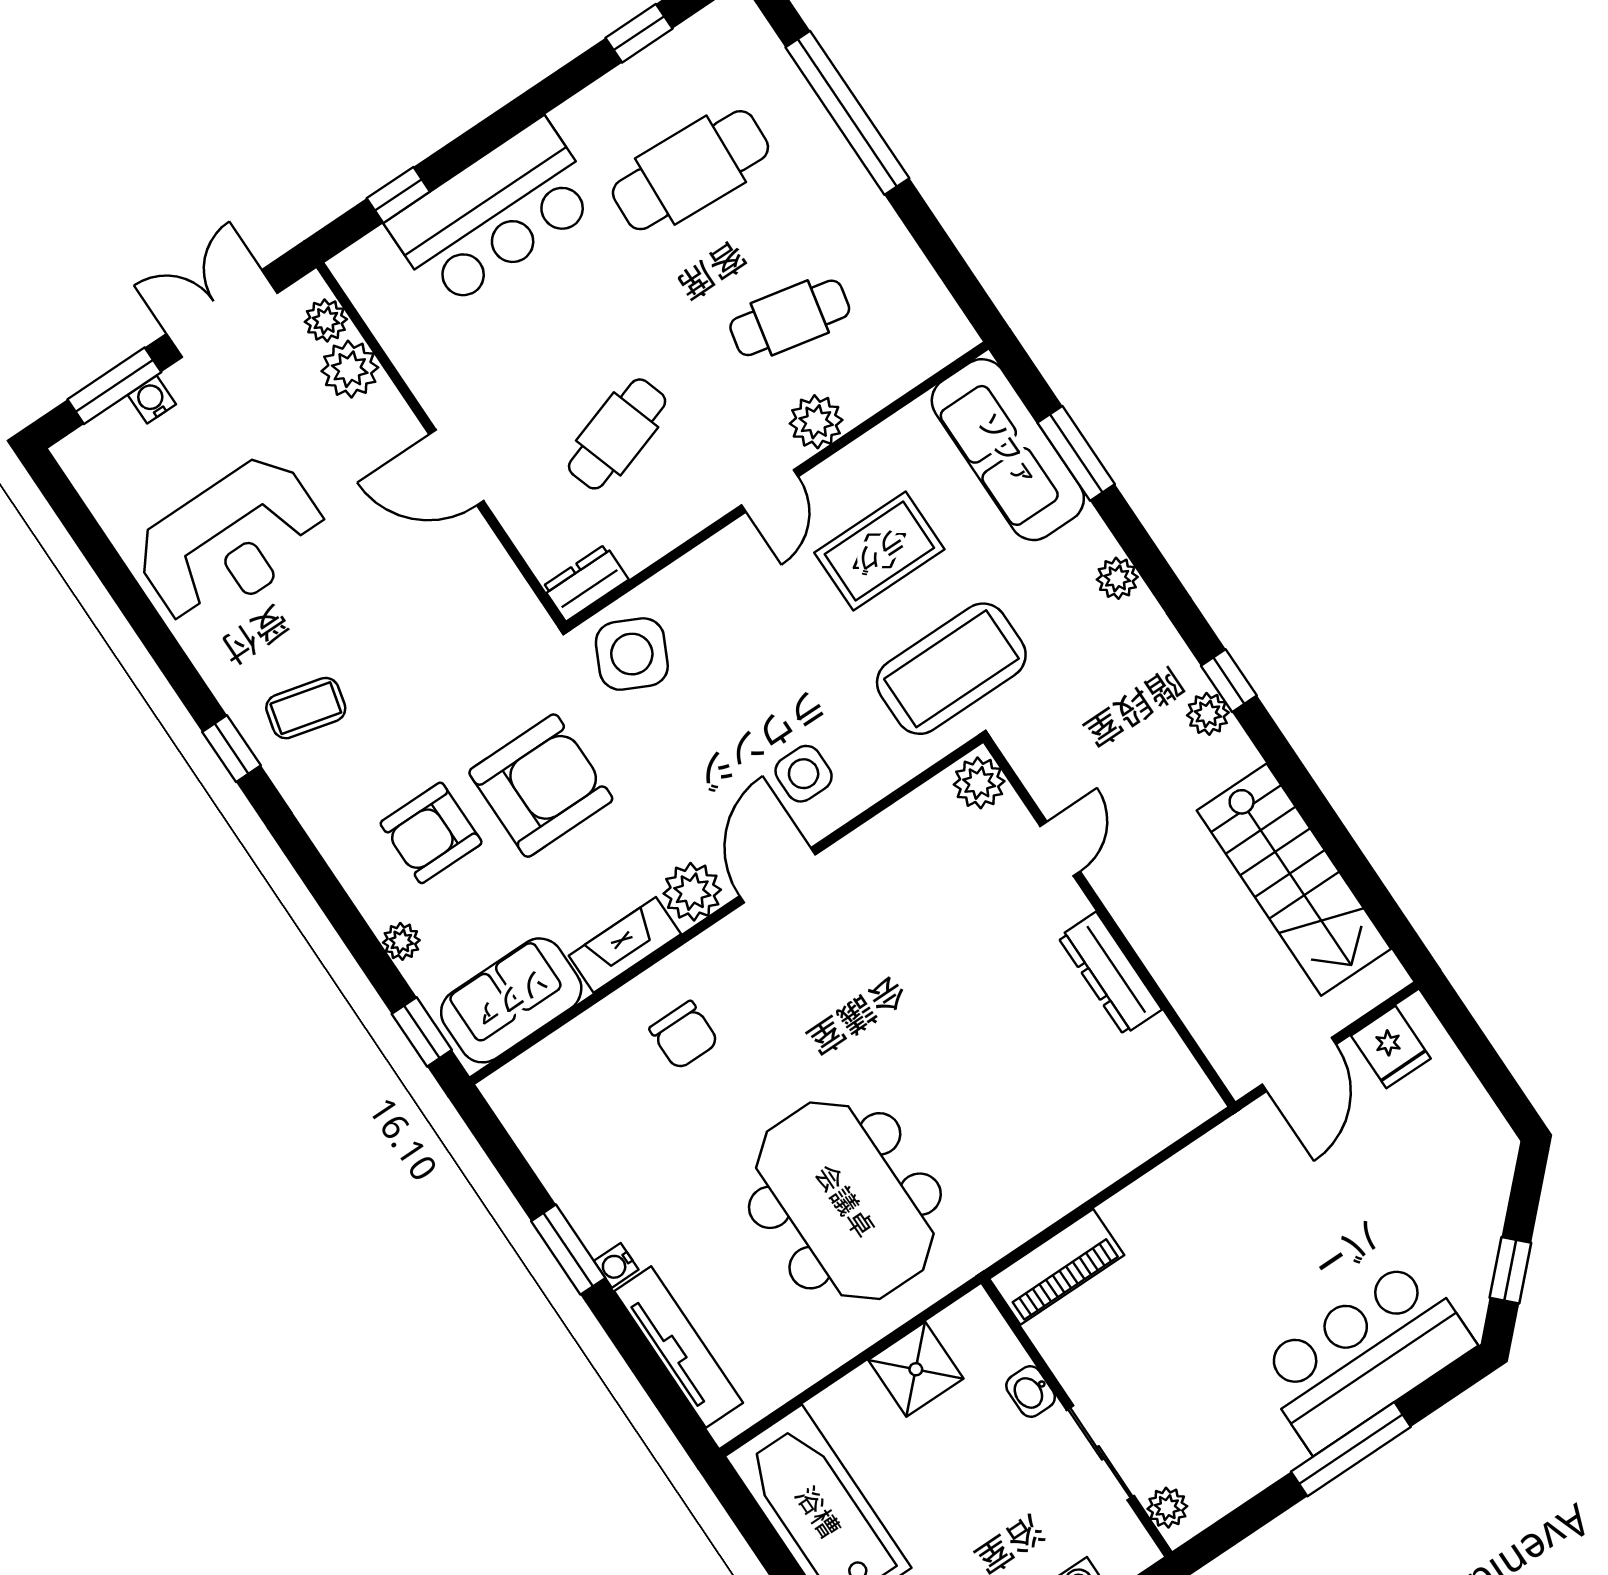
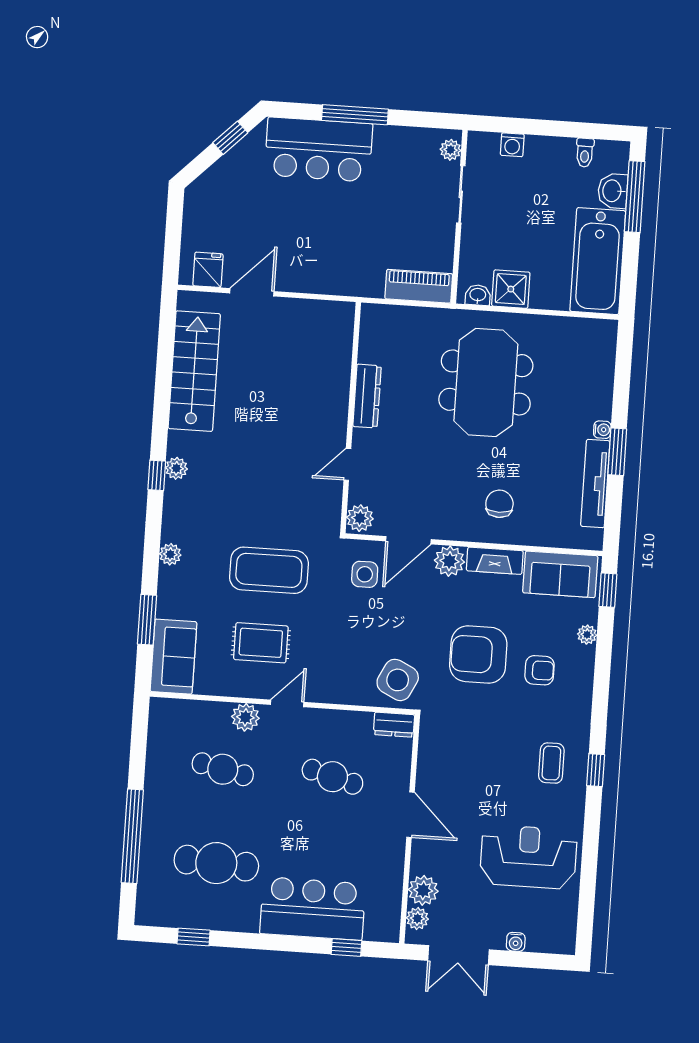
window: (114, 386) -> (527, 960), removed
cafe table: (617, 434) -> (332, 777), turned 33
sofa: (1008, 450) -> (173, 657), width x0.73
coffee table: (306, 708) -> (551, 763), turned 76
plant: (979, 783) -> (360, 518), moved
armchair: (431, 833) -> (539, 670), width x0.72, depth x0.72
door: (1060, 849) -> (347, 464), moved
wall: (1109, 922) -> (351, 418), moved
dresser: (1110, 973) -> (367, 396), moved
tv unit: (679, 1347) -> (595, 484), moved
washbasin: (1031, 1391) -> (478, 295), moved, turned -90

